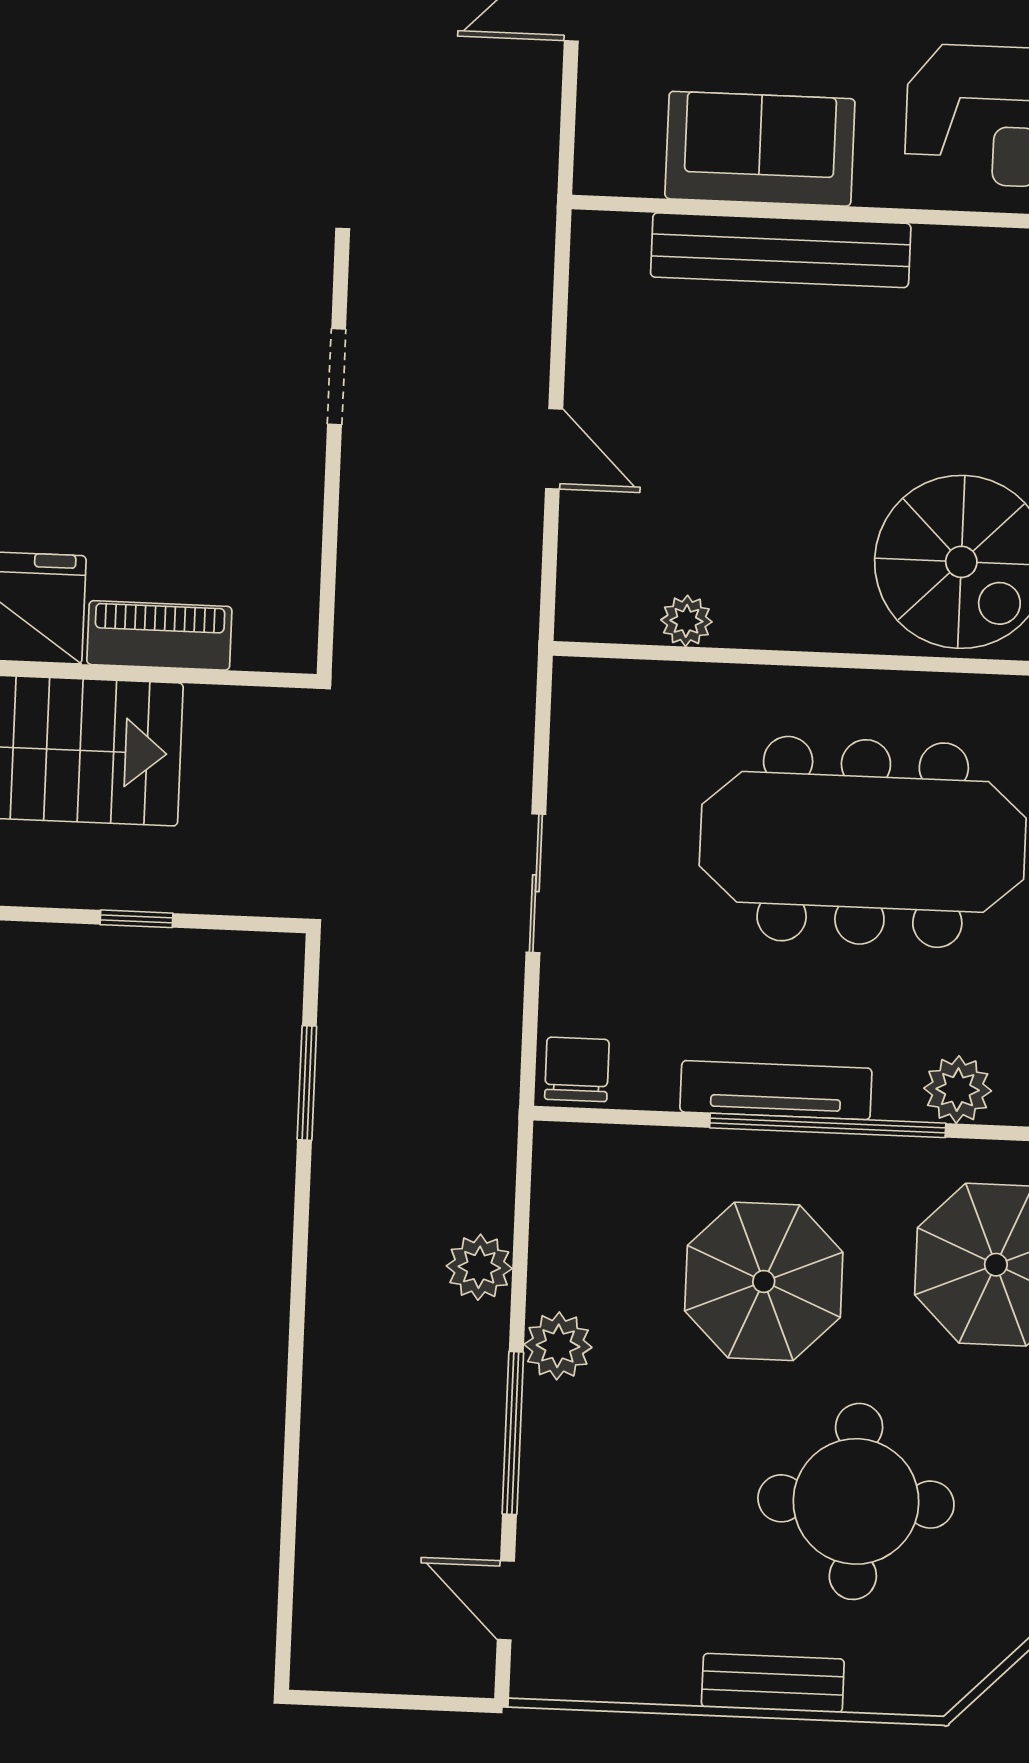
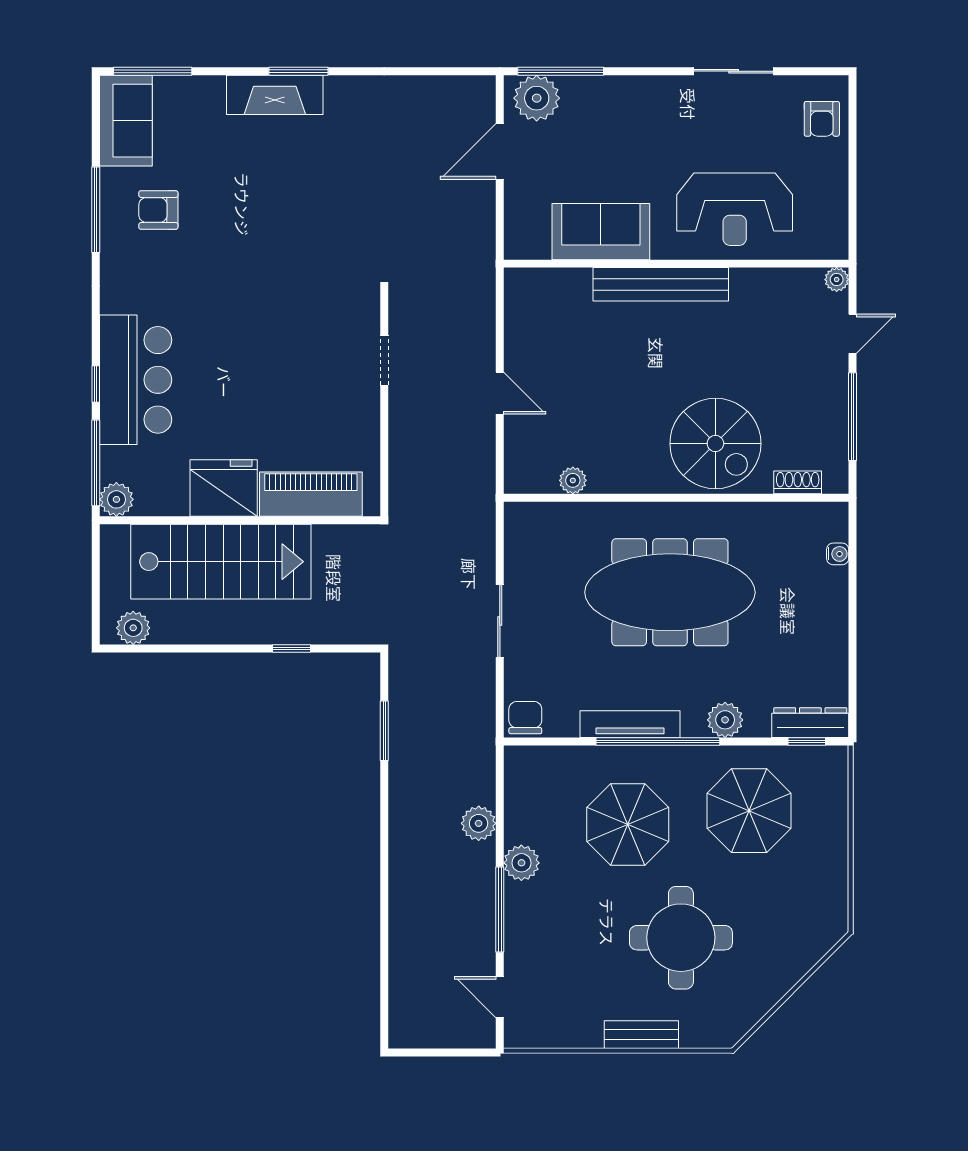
bench: (781, 250) -> (661, 284), moved
piano: (159, 635) -> (311, 494), width x1.37, depth x1.33

